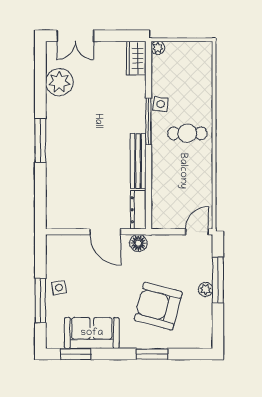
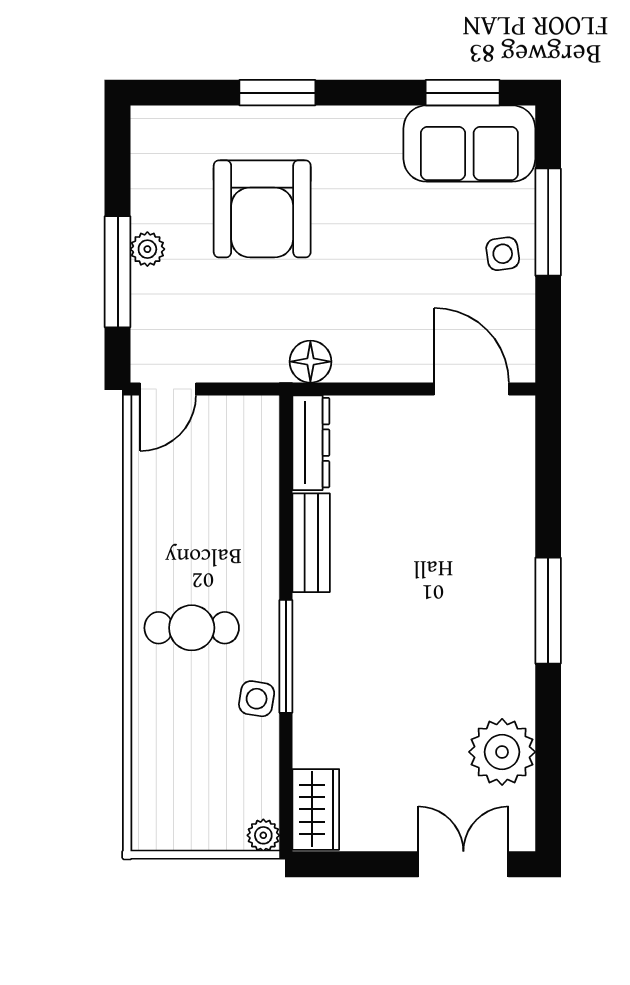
bench: (138, 161) -> (311, 543), width x0.73
door: (105, 232) -> (472, 389), moved
armchair: (158, 306) -> (262, 209), turned 75
sofa: (92, 333) -> (469, 144), moved

